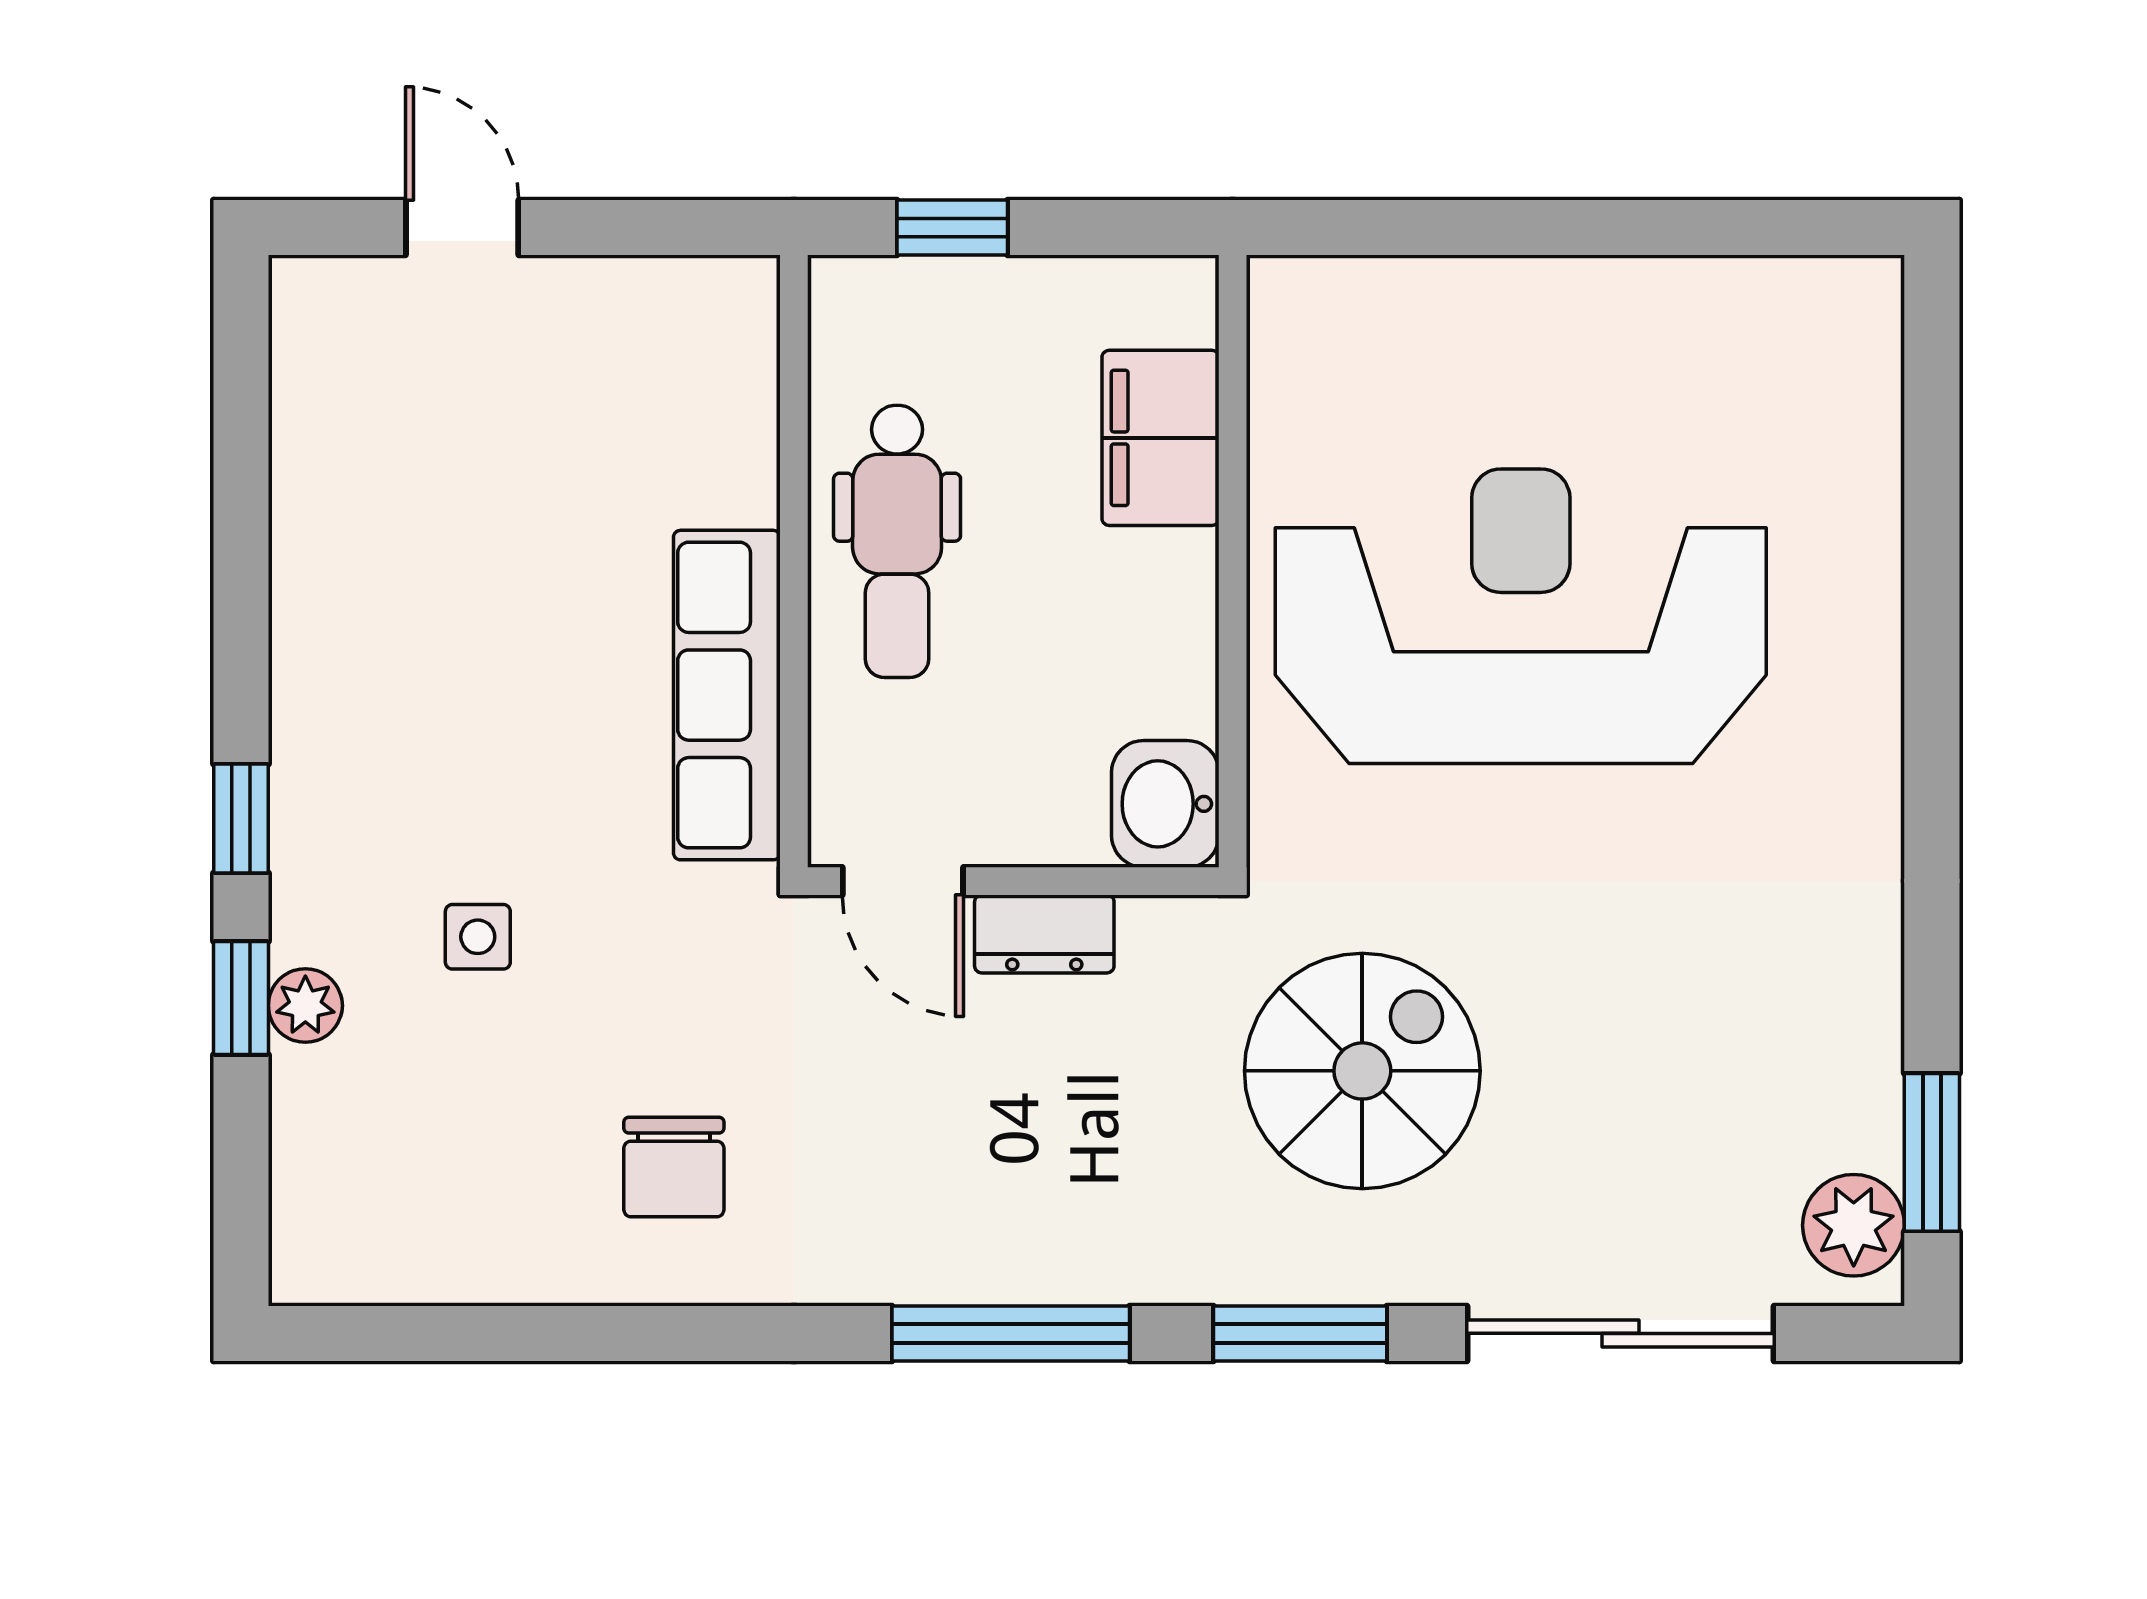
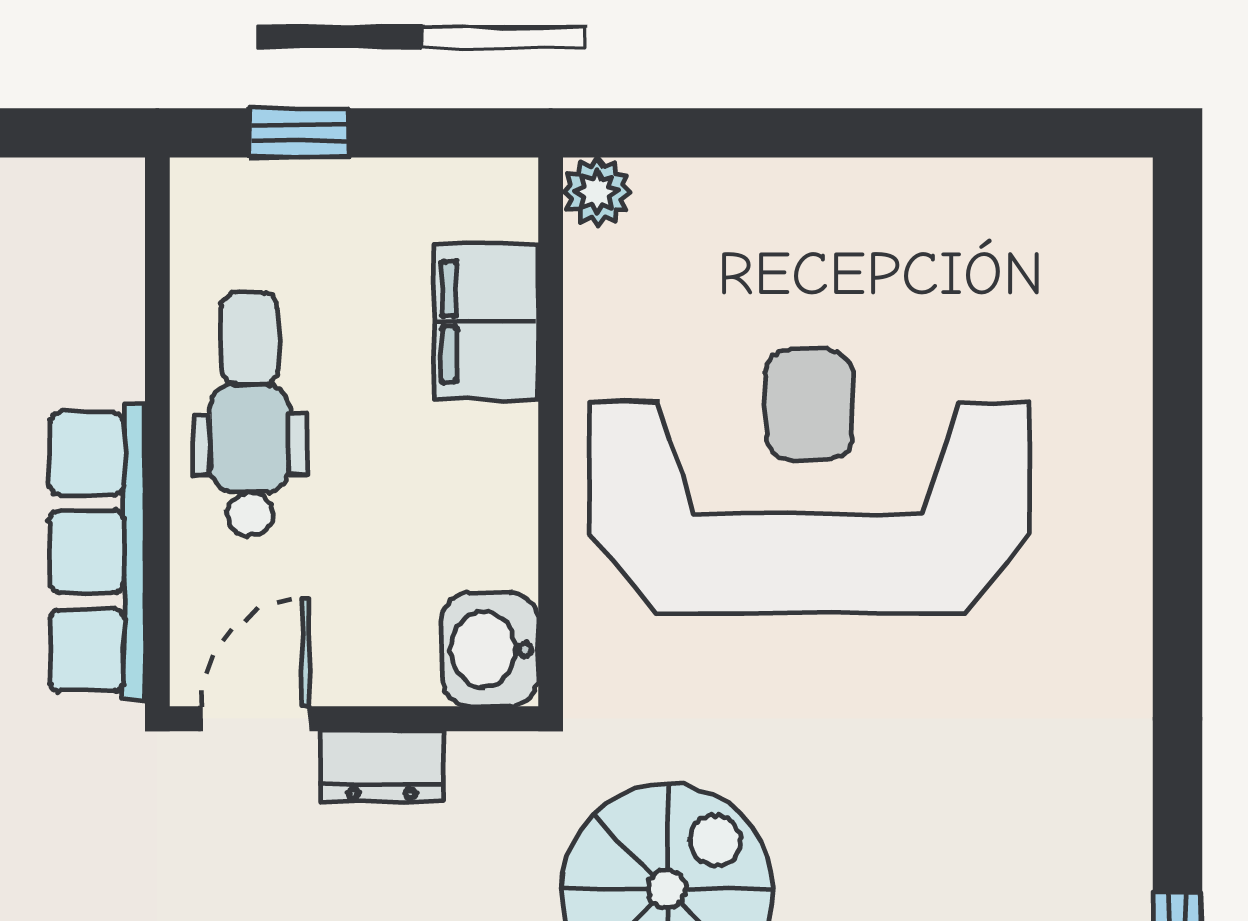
plant: (1285, 293) -> (597, 192), added
dental chair: (897, 541) -> (250, 414), turned 180
door: (903, 881) -> (255, 719), swing flipped

